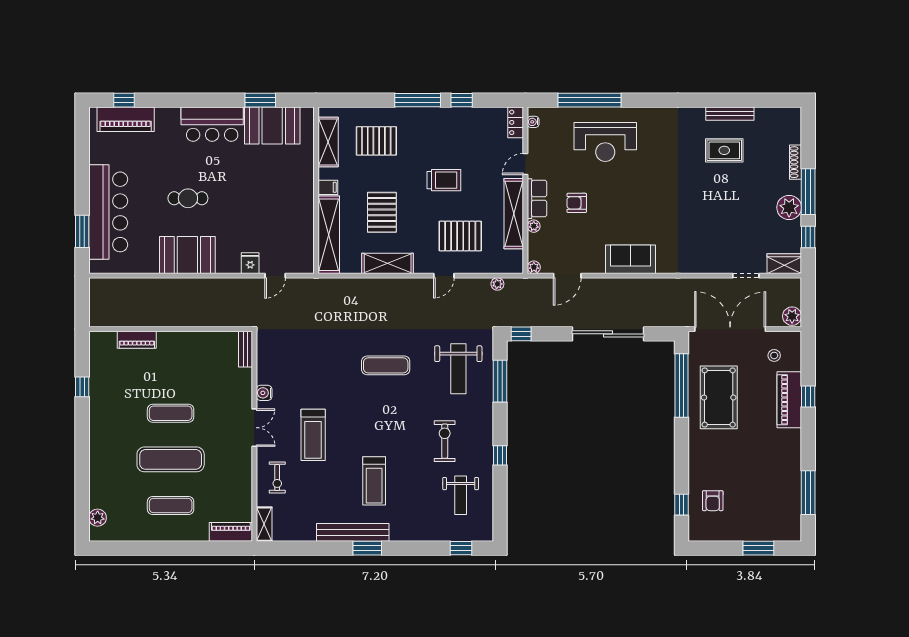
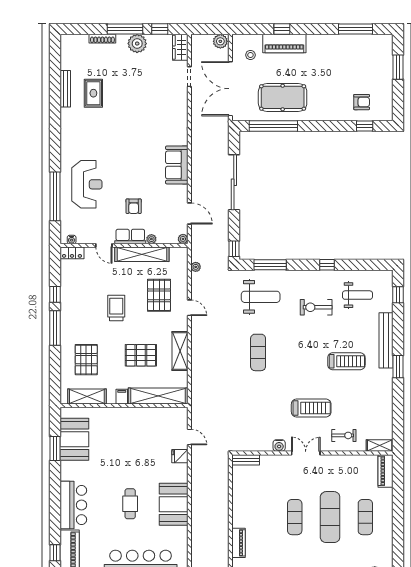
bar counter: (212, 124) -> (73, 505), moved
bench: (353, 532) -> (386, 340), moved

